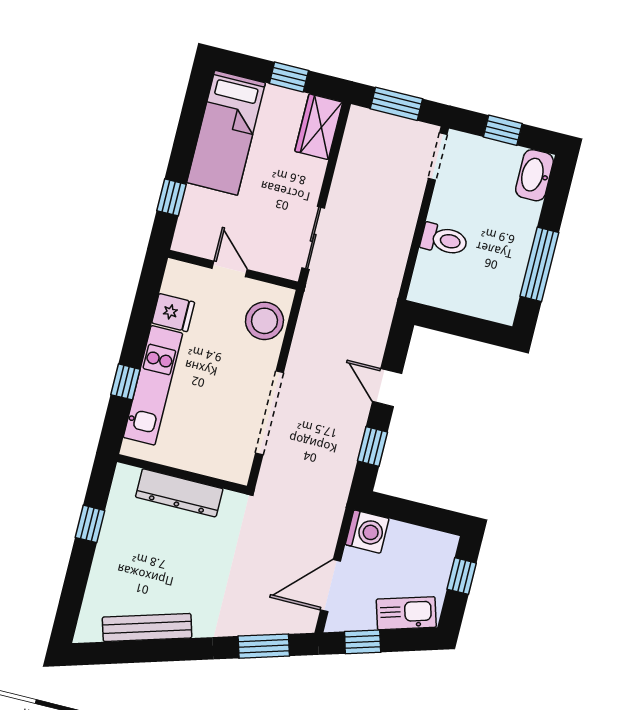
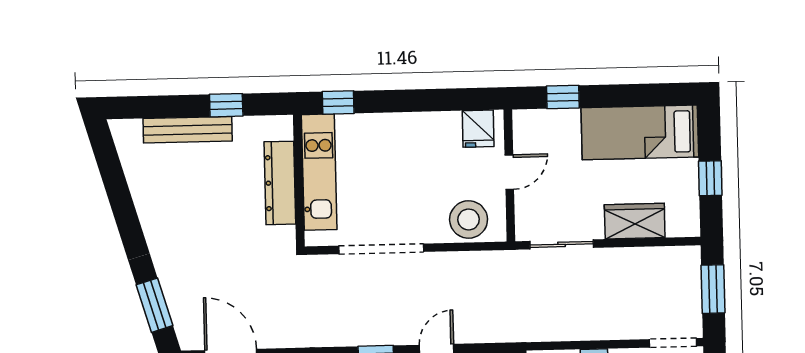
wardrobe: (319, 127) -> (635, 221), moved
fridge: (173, 313) -> (478, 129), moved
window: (125, 382) -> (338, 102), moved
kitchen unit: (153, 385) -> (319, 172), moved, turned -90
bench: (147, 627) -> (188, 130), moved, turned -74

